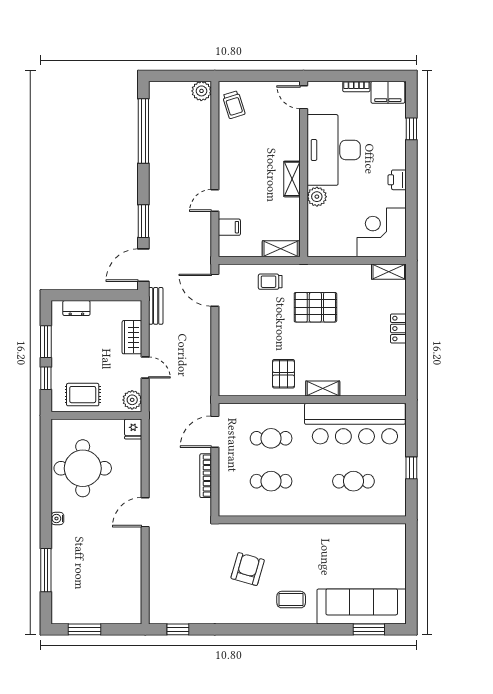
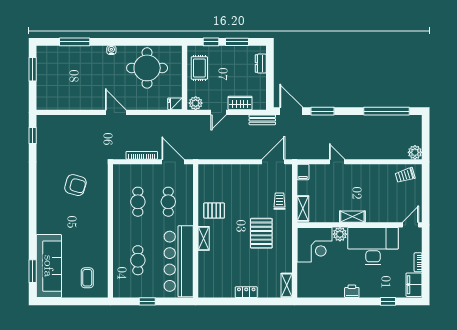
filing cabinet: (229, 227) -> (303, 172), moved
corner desk: (382, 232) -> (314, 245), moved, turned 90
coffee table: (291, 600) -> (87, 278), moved

